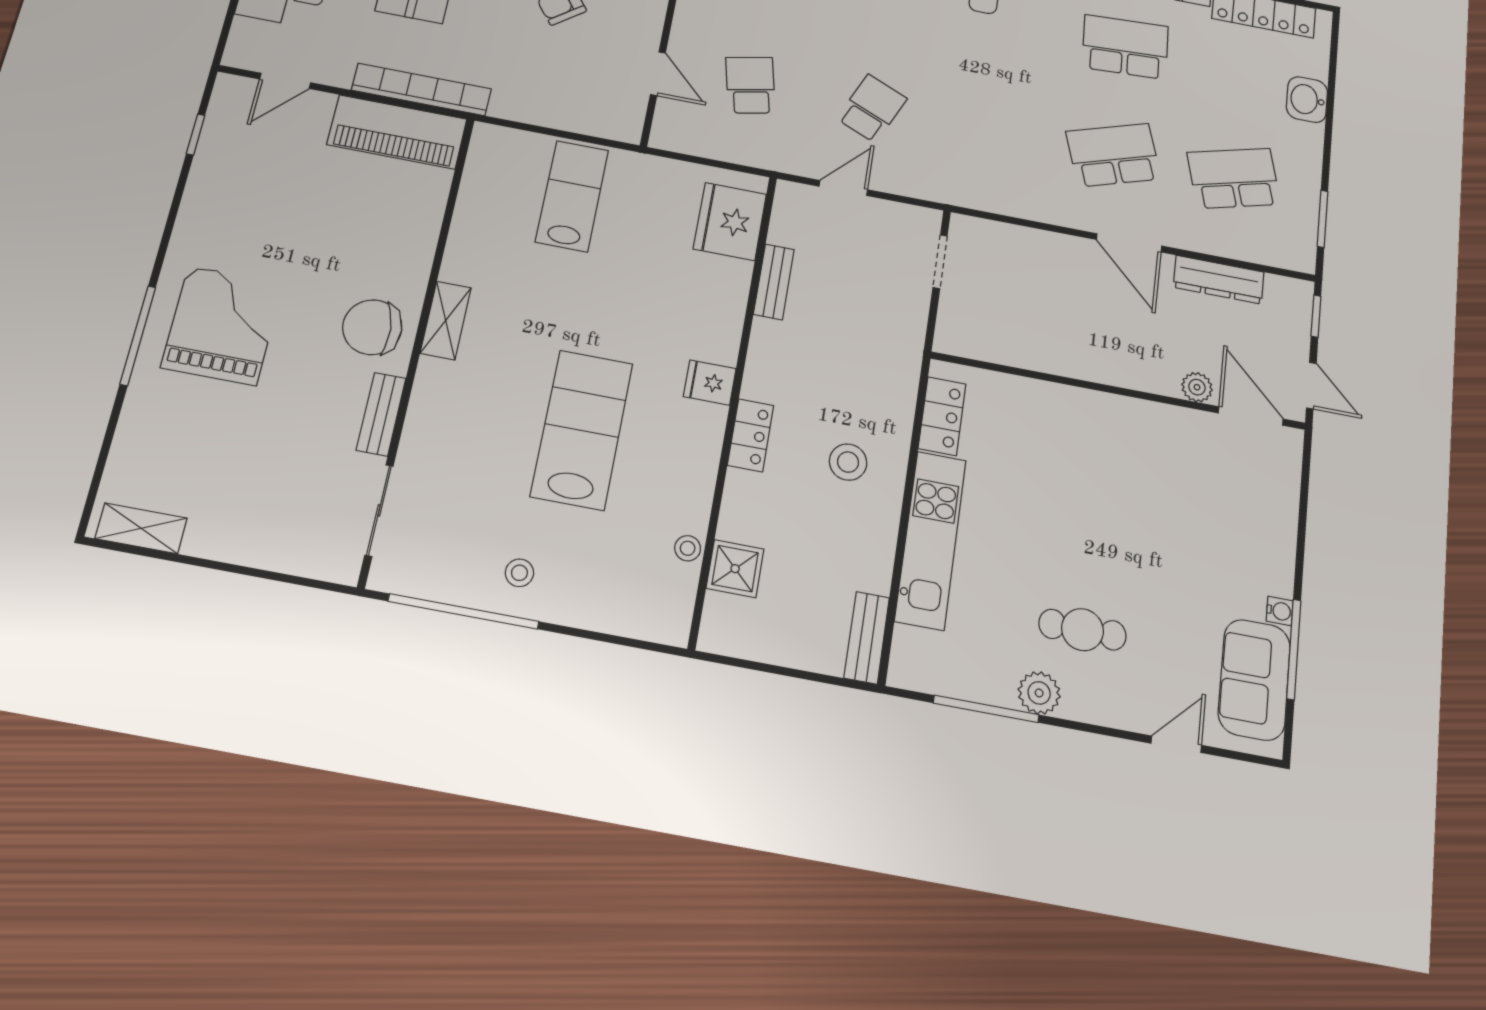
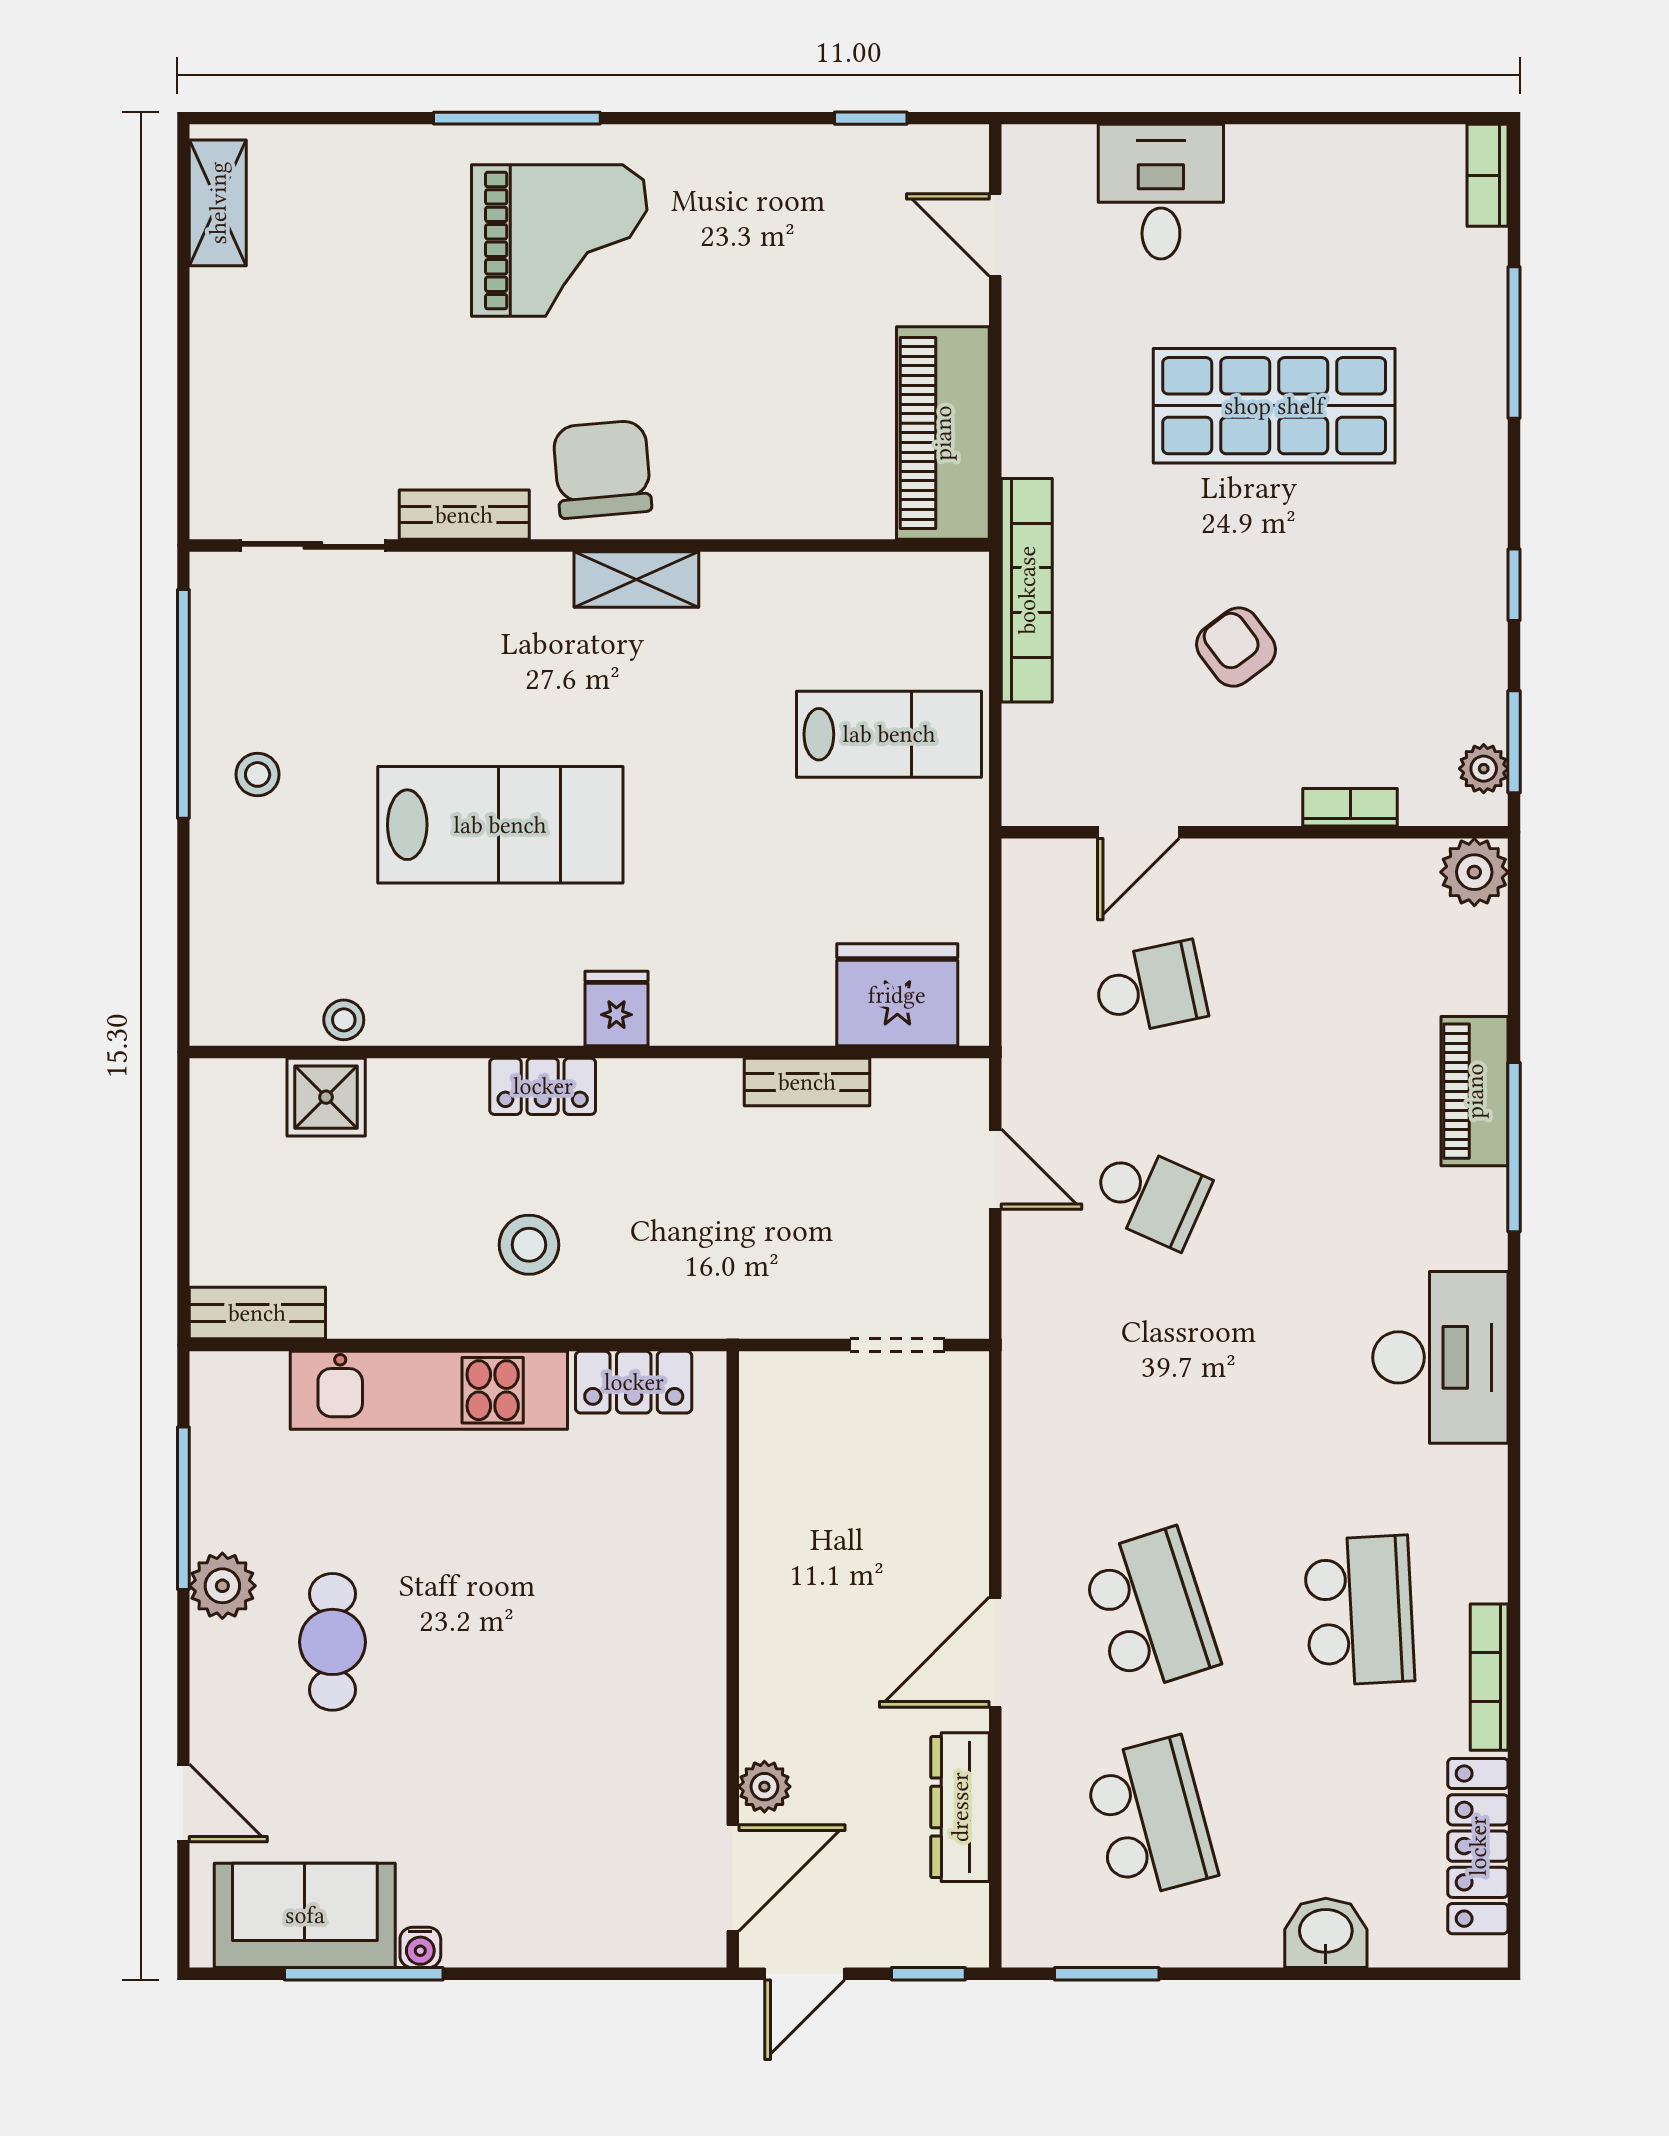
bookcase: (421, 89) -> (1027, 590), moved

